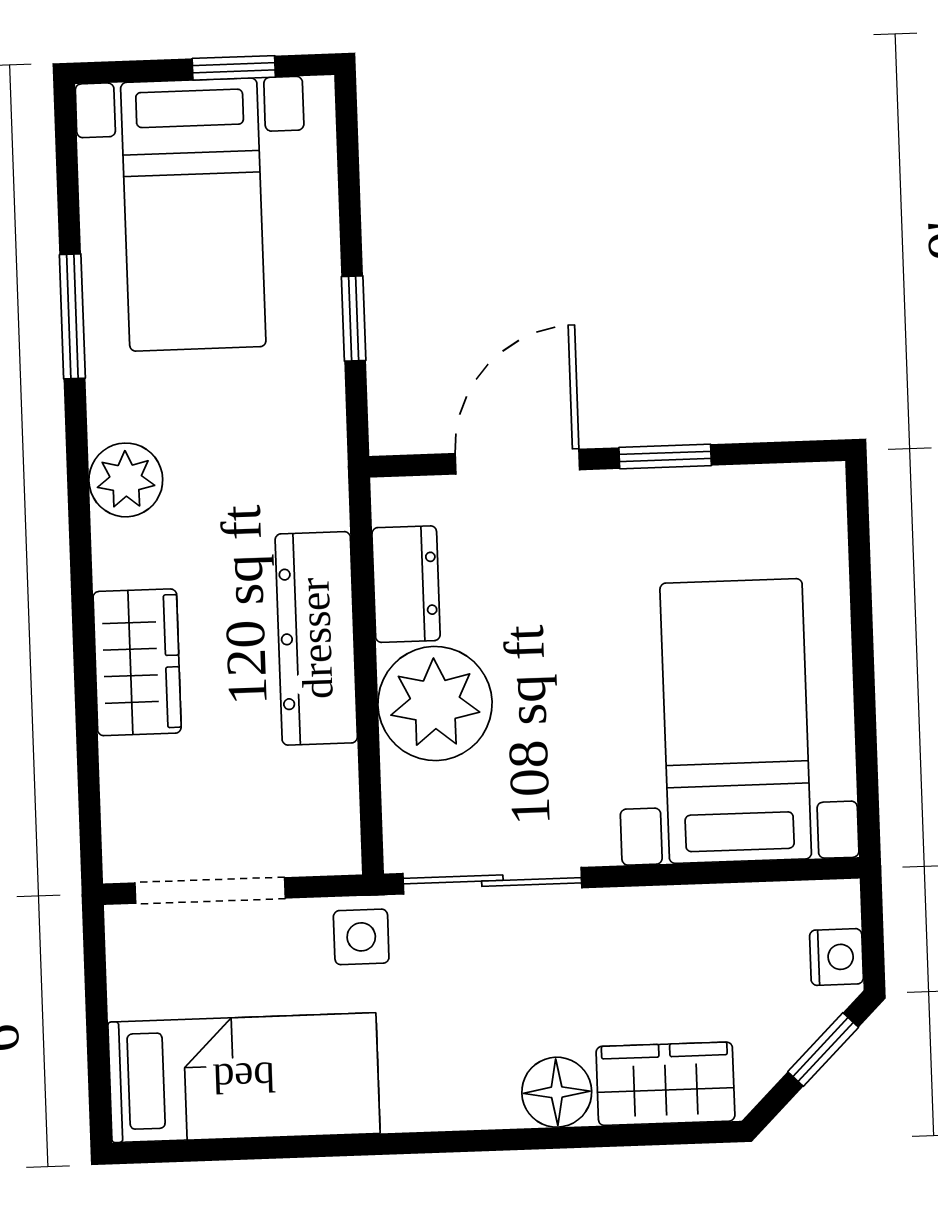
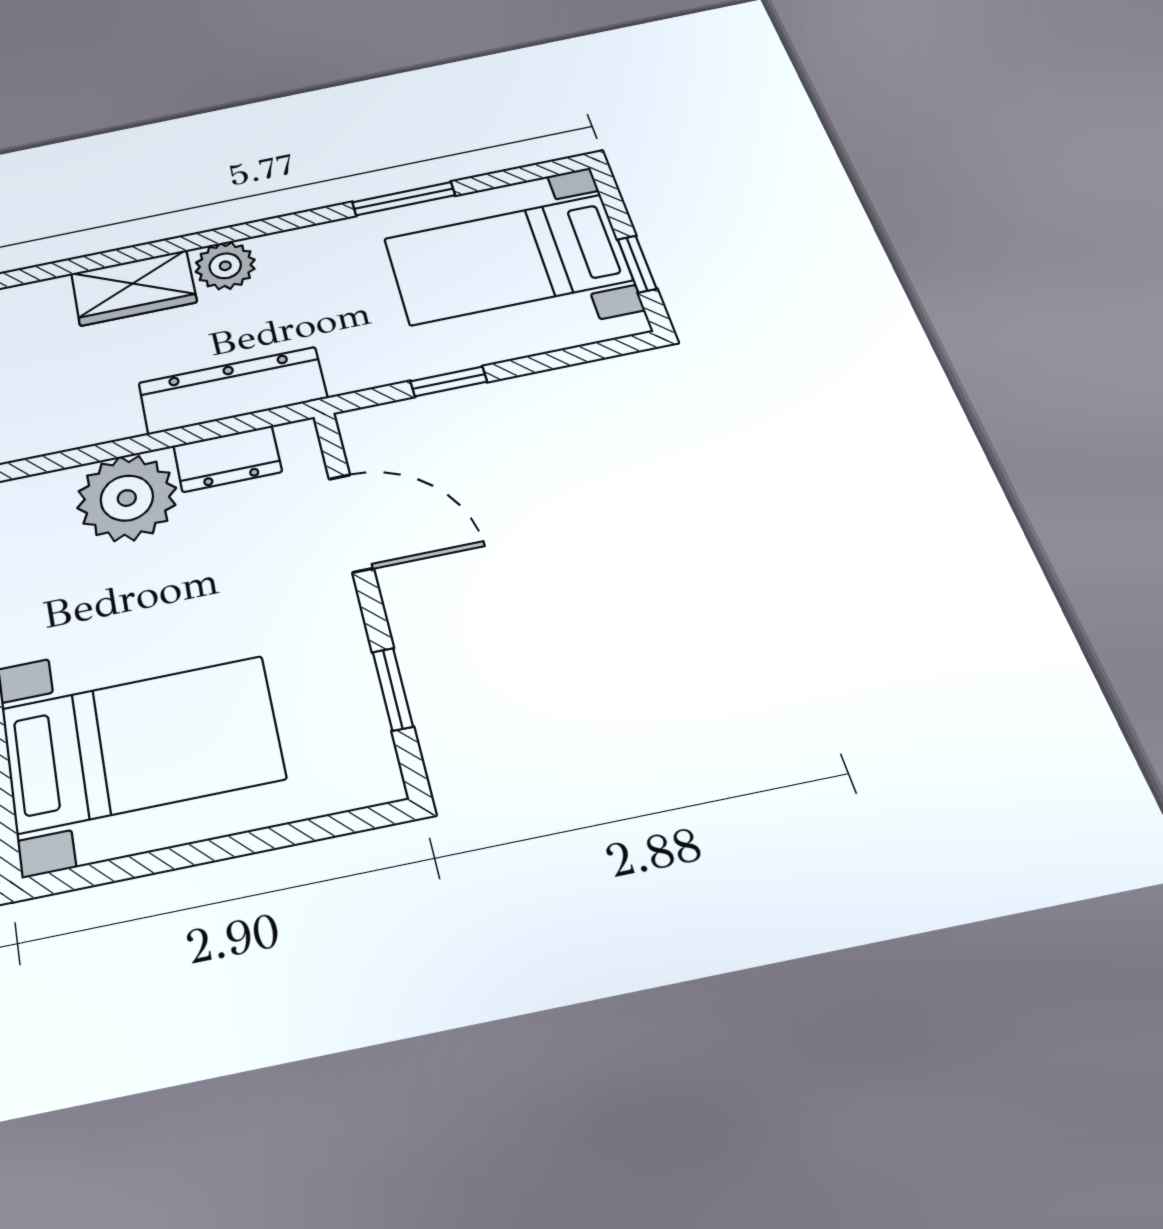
window: (665, 456) -> (393, 689), moved
plant: (126, 480) -> (225, 266), moved
dresser: (316, 638) -> (232, 390), moved

